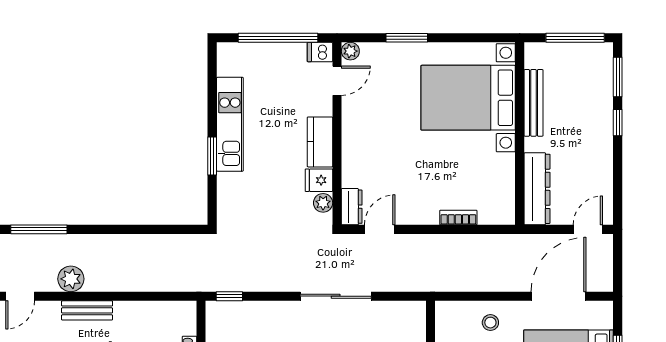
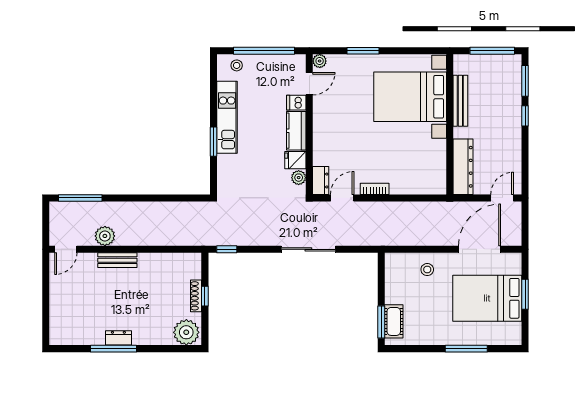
dishwasher: (320, 52) -> (296, 103), moved
stool: (242, 57) -> (237, 65), added
bookcase: (458, 218) -> (375, 189), moved

